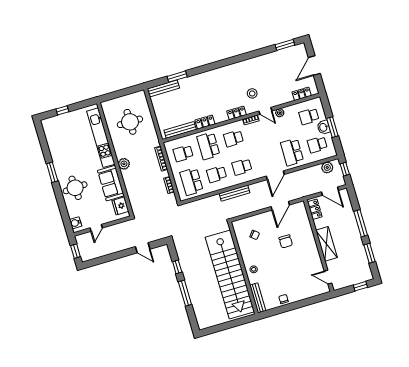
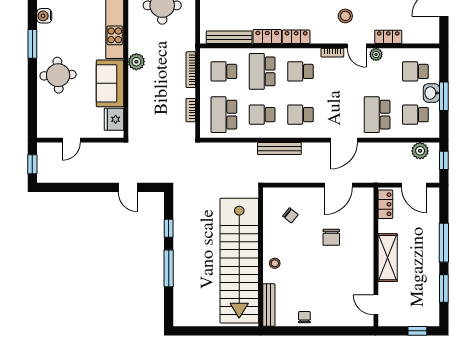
locker: (302, 94) -> (388, 37), moved
locker: (237, 113) -> (296, 37), moved
water cooler: (76, 223) -> (44, 16), moved

